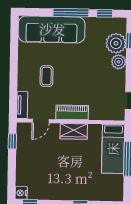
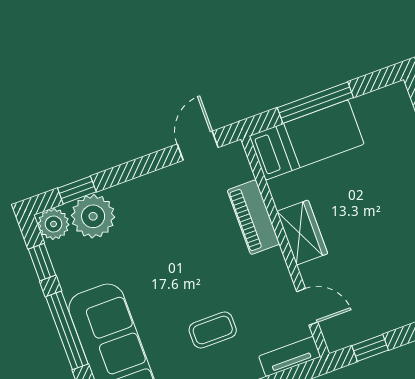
plant: (119, 62) -> (54, 224), moved
piano: (72, 112) -> (253, 217), moved

